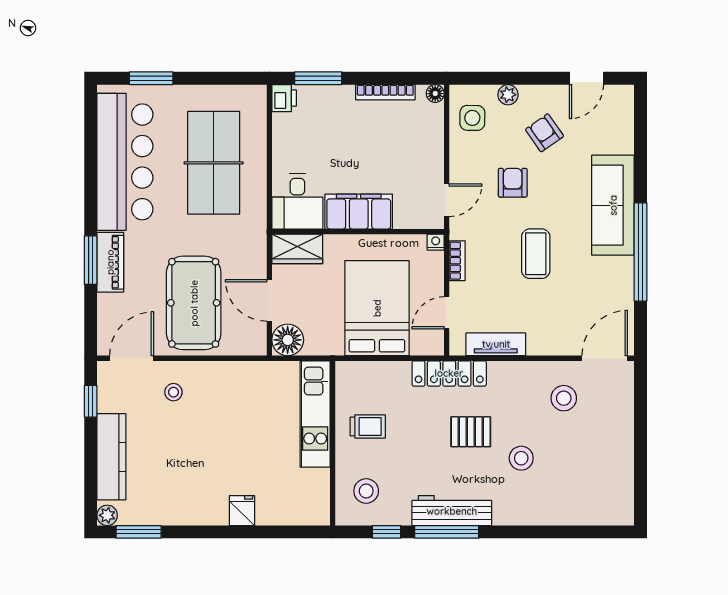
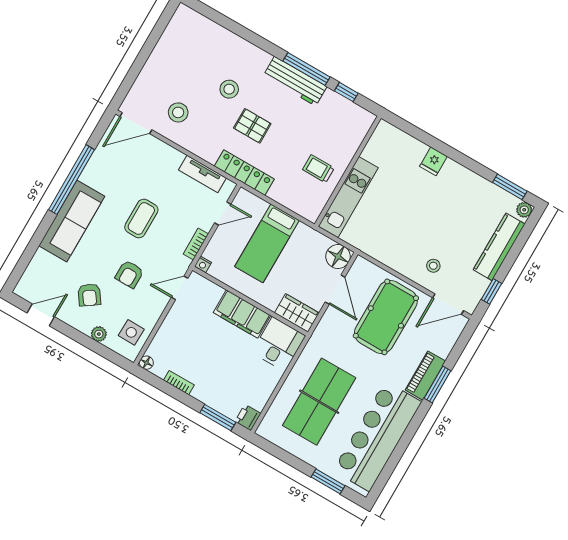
bookcase: (385, 92) -> (179, 383), width x0.64
bed: (377, 308) -> (267, 243), width x0.67
stool: (366, 491) -> (344, 127), removed

